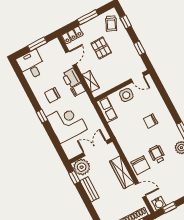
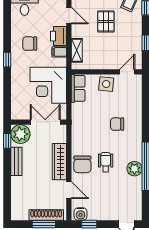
door: (71, 58) -> (69, 16), hinge flipped
door: (137, 77) -> (127, 72), swing flipped
corner desk: (67, 123) -> (48, 85), moved, turned 180

